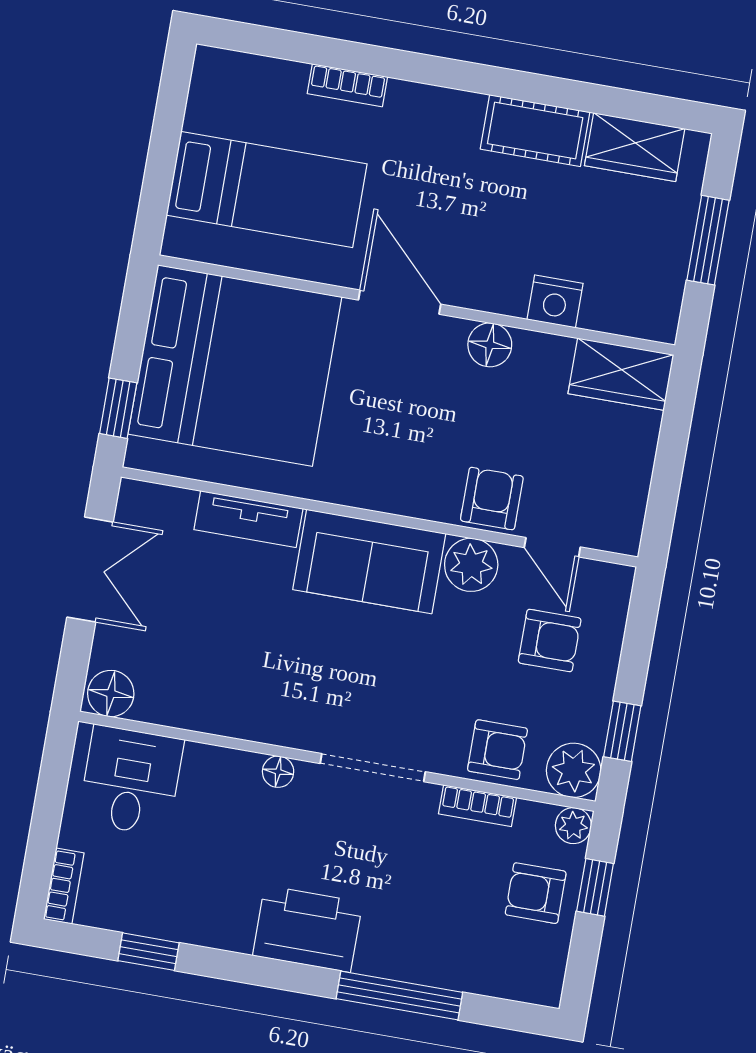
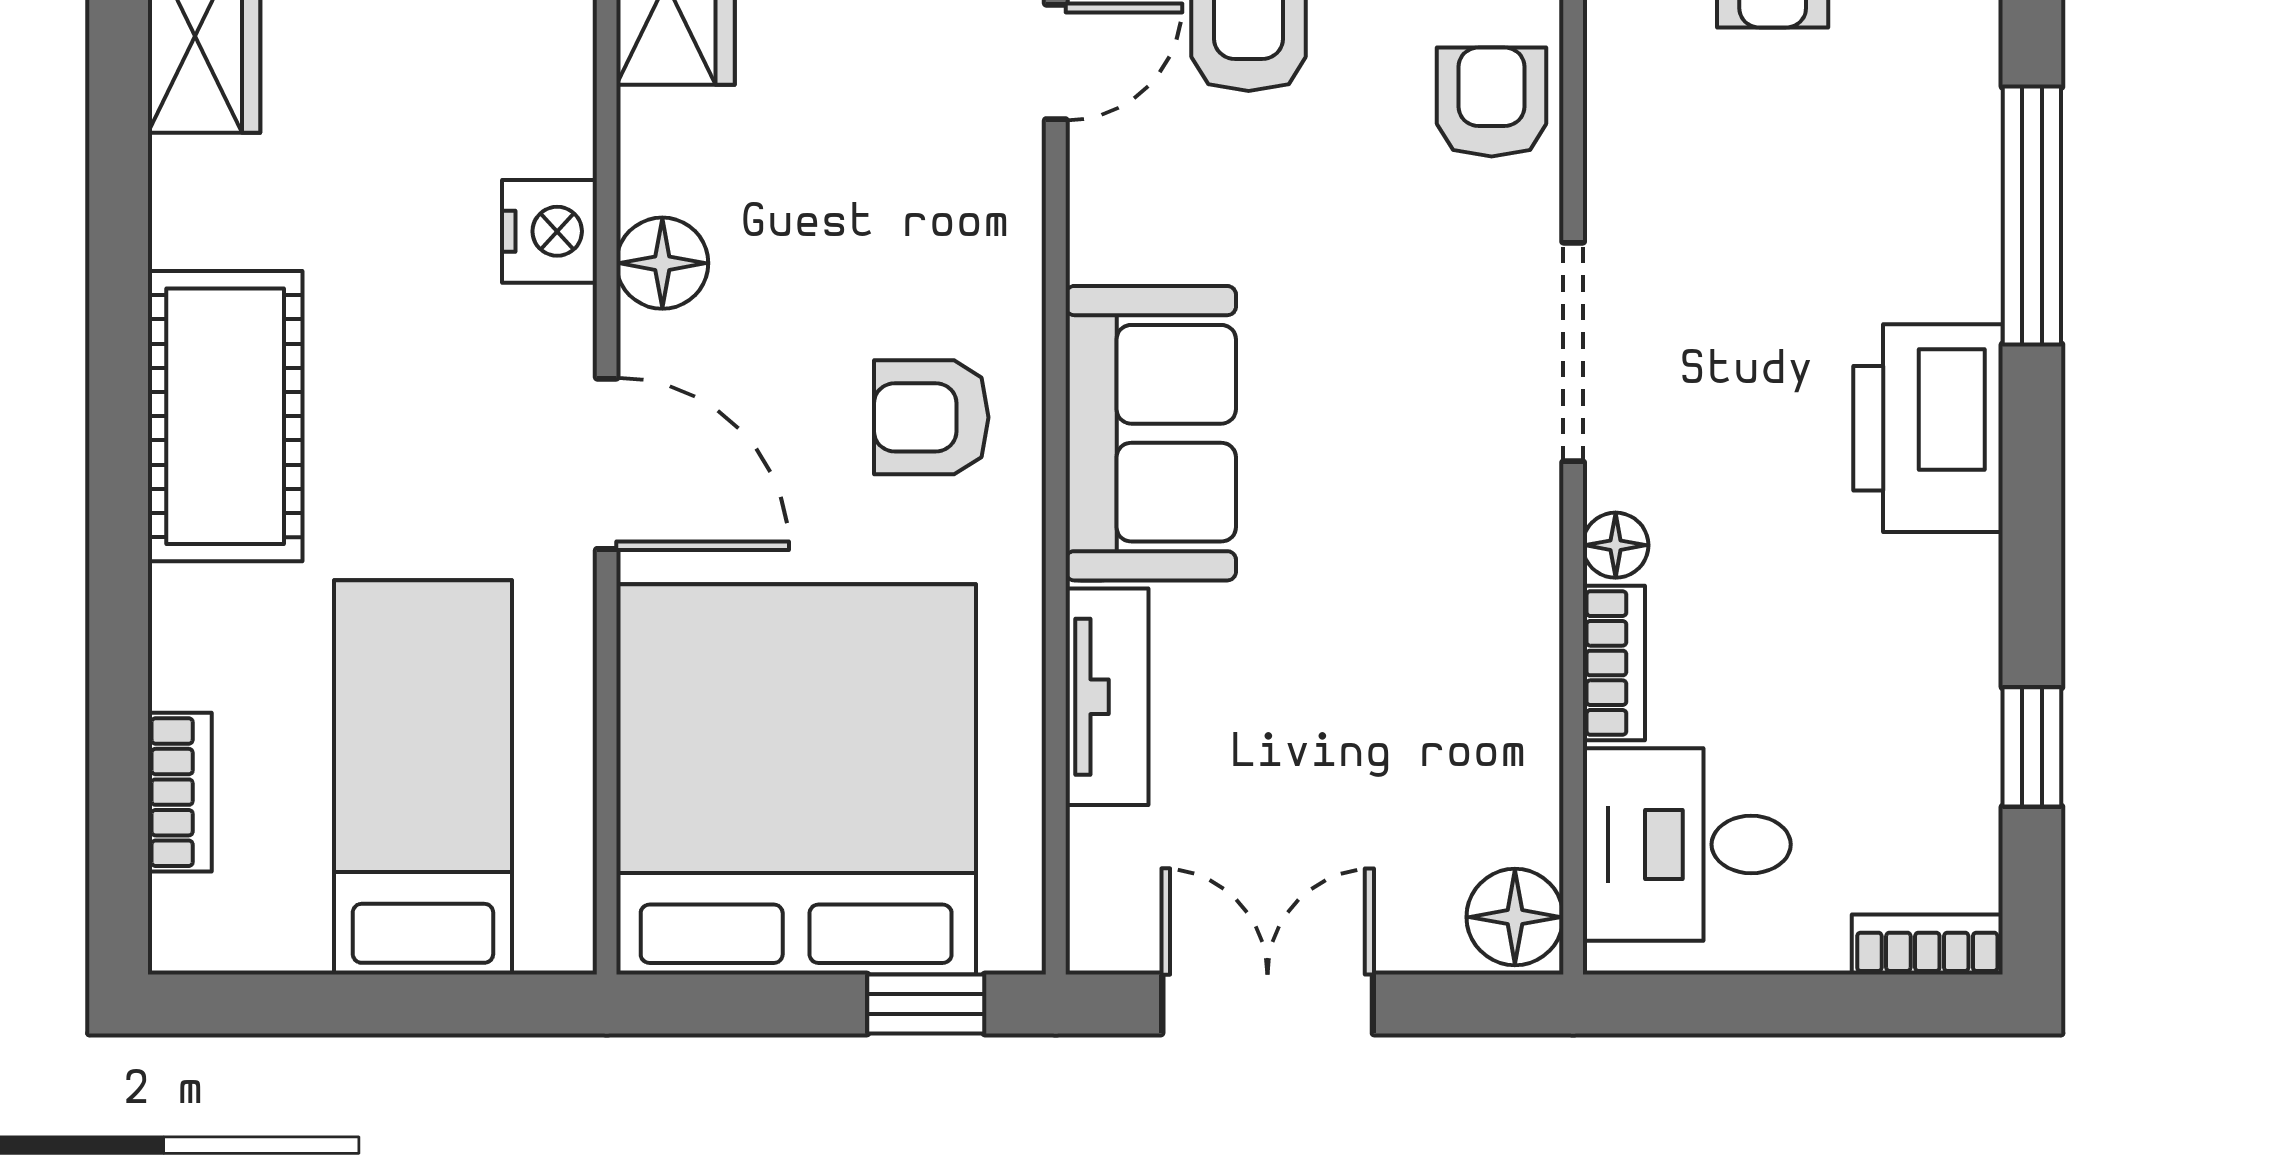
bookcase: (347, 85) -> (180, 792), moved
cot: (535, 131) -> (225, 416), moved, width x1.37, depth x1.34
nightstand: (555, 301) -> (550, 231), moved
door: (400, 302) -> (607, 464), swing flipped
armchair: (492, 499) -> (931, 417), moved
plant: (471, 565) -> (1121, 223), removed
bookcase: (478, 806) -> (1614, 663), moved

